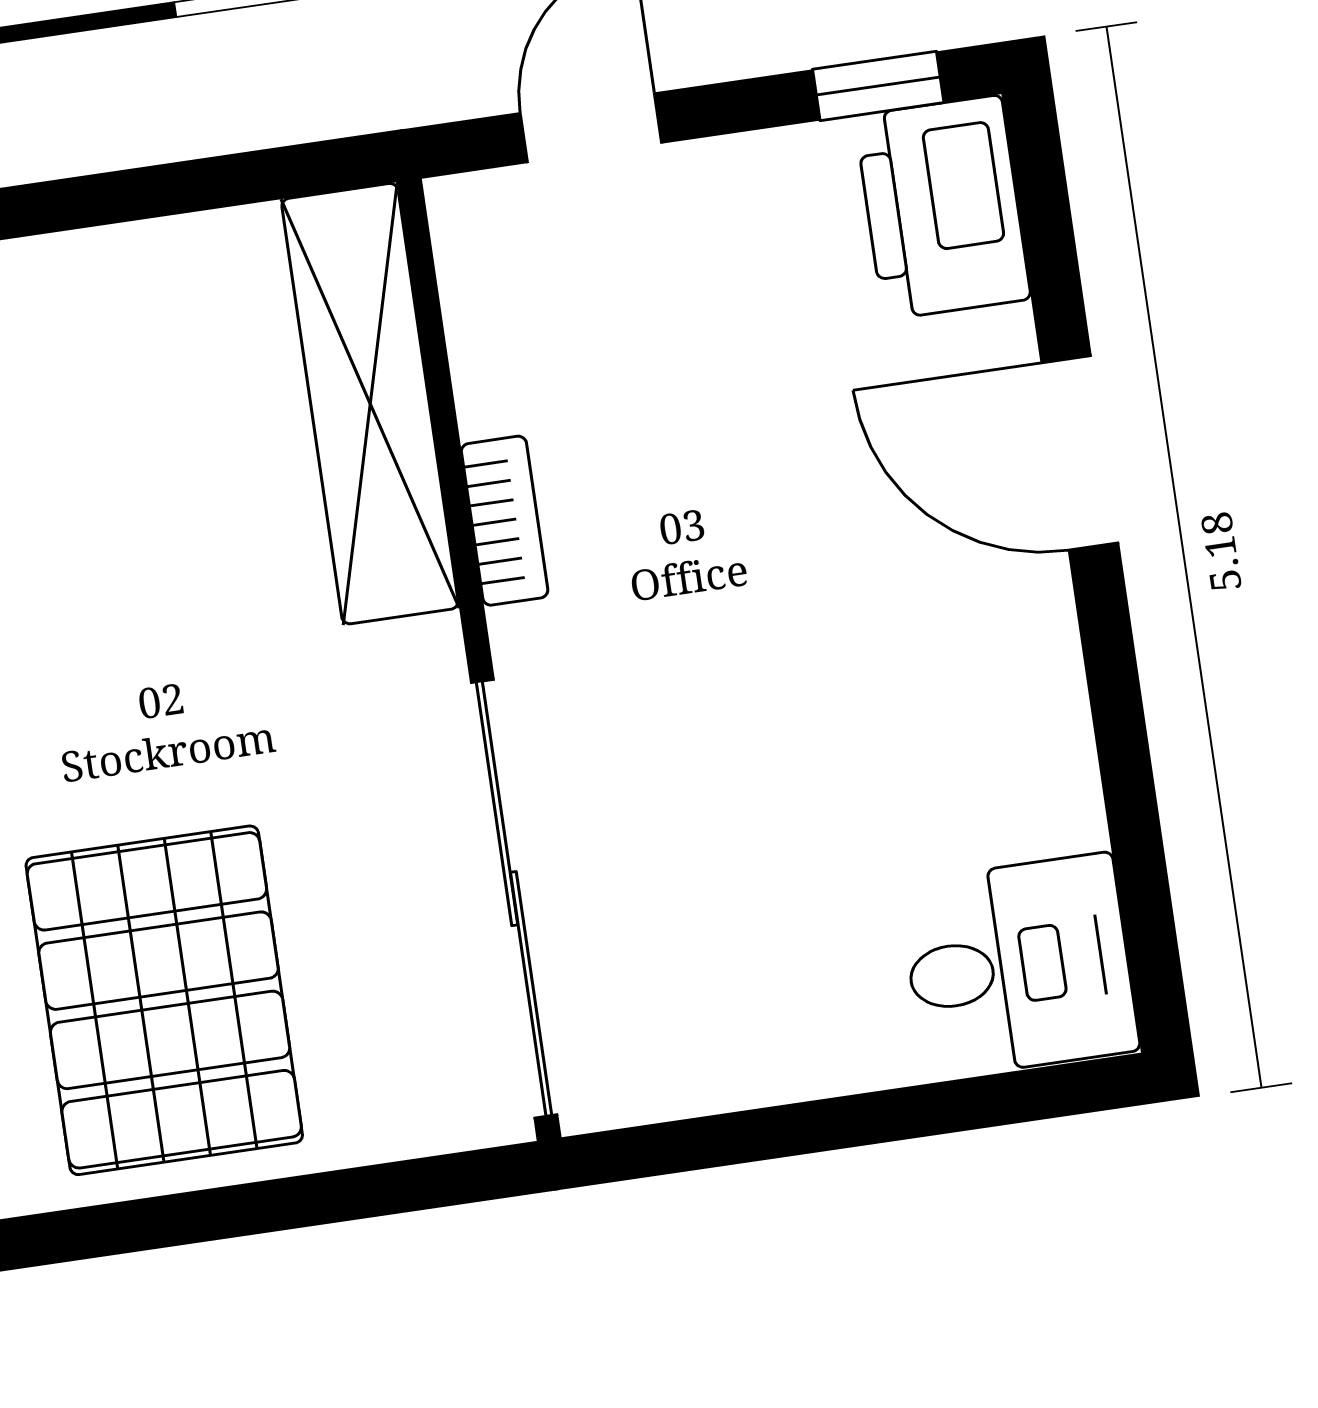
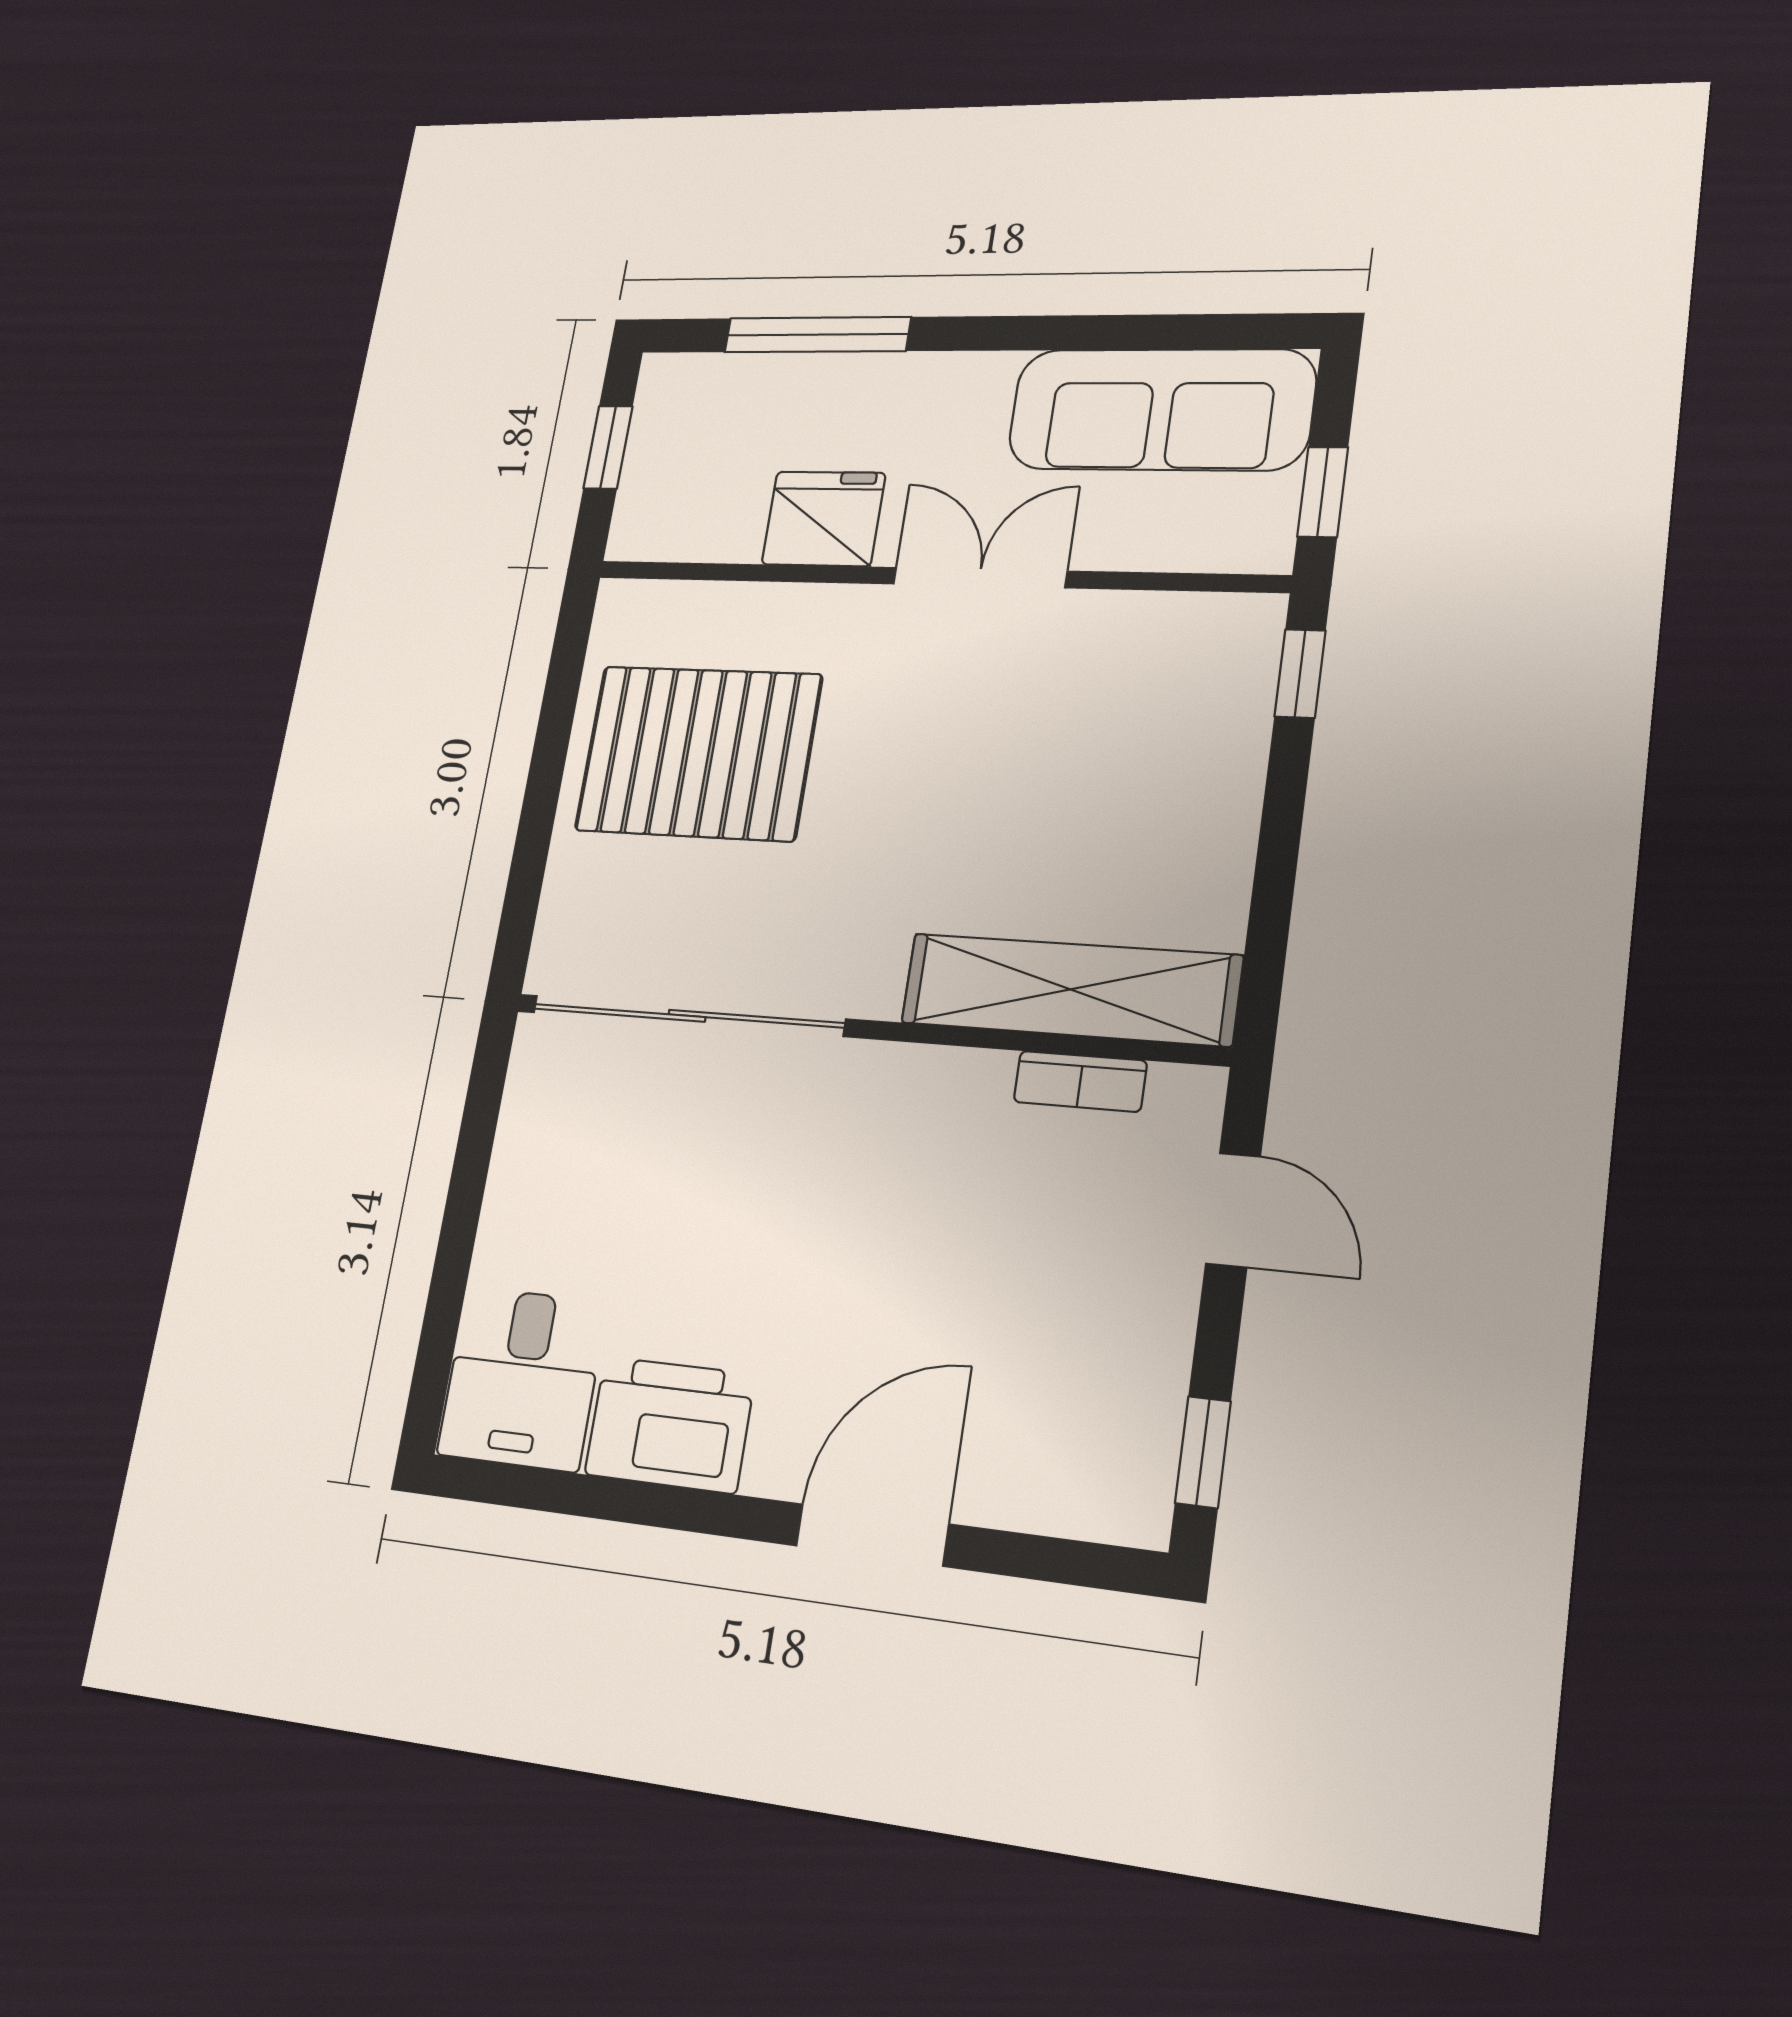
printer: (943, 207) -> (670, 1425), moved
bookcase: (505, 521) -> (1080, 1081), moved

